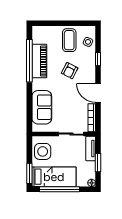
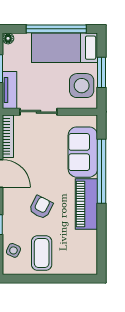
window: (29, 61) -> (102, 171), moved
piano: (39, 61) -> (86, 204), moved
window: (29, 173) -> (102, 72), moved

